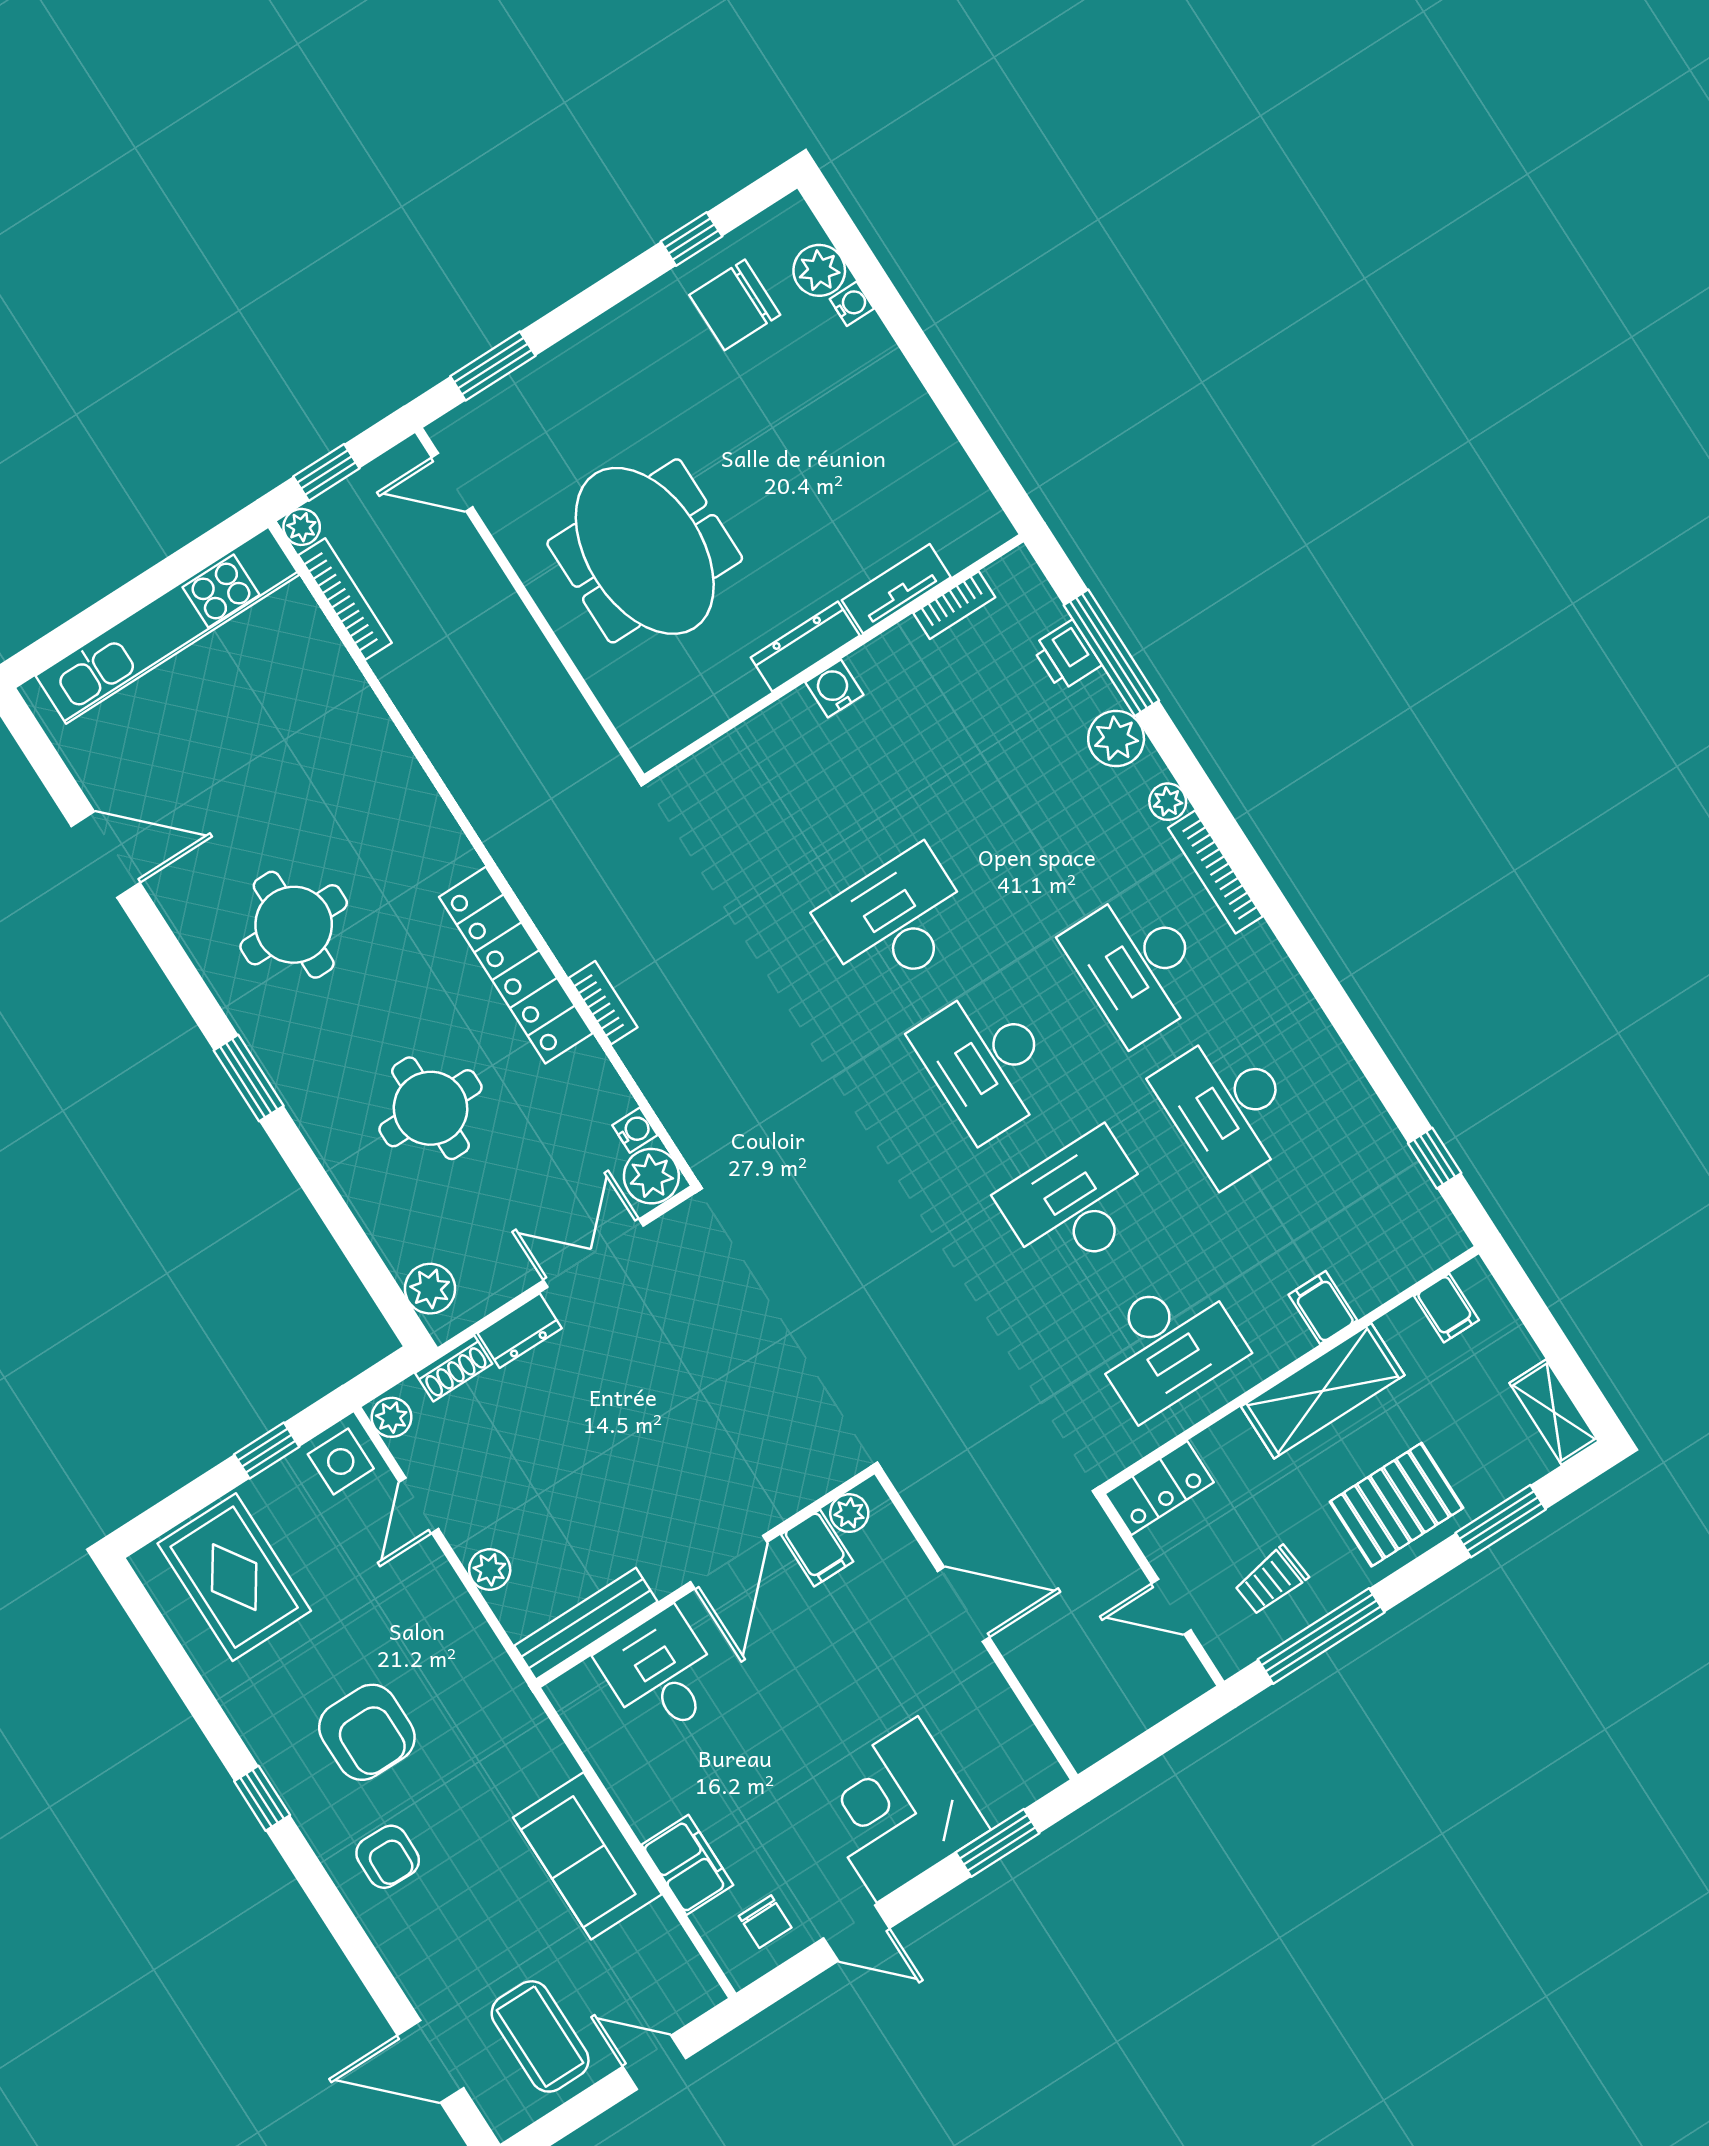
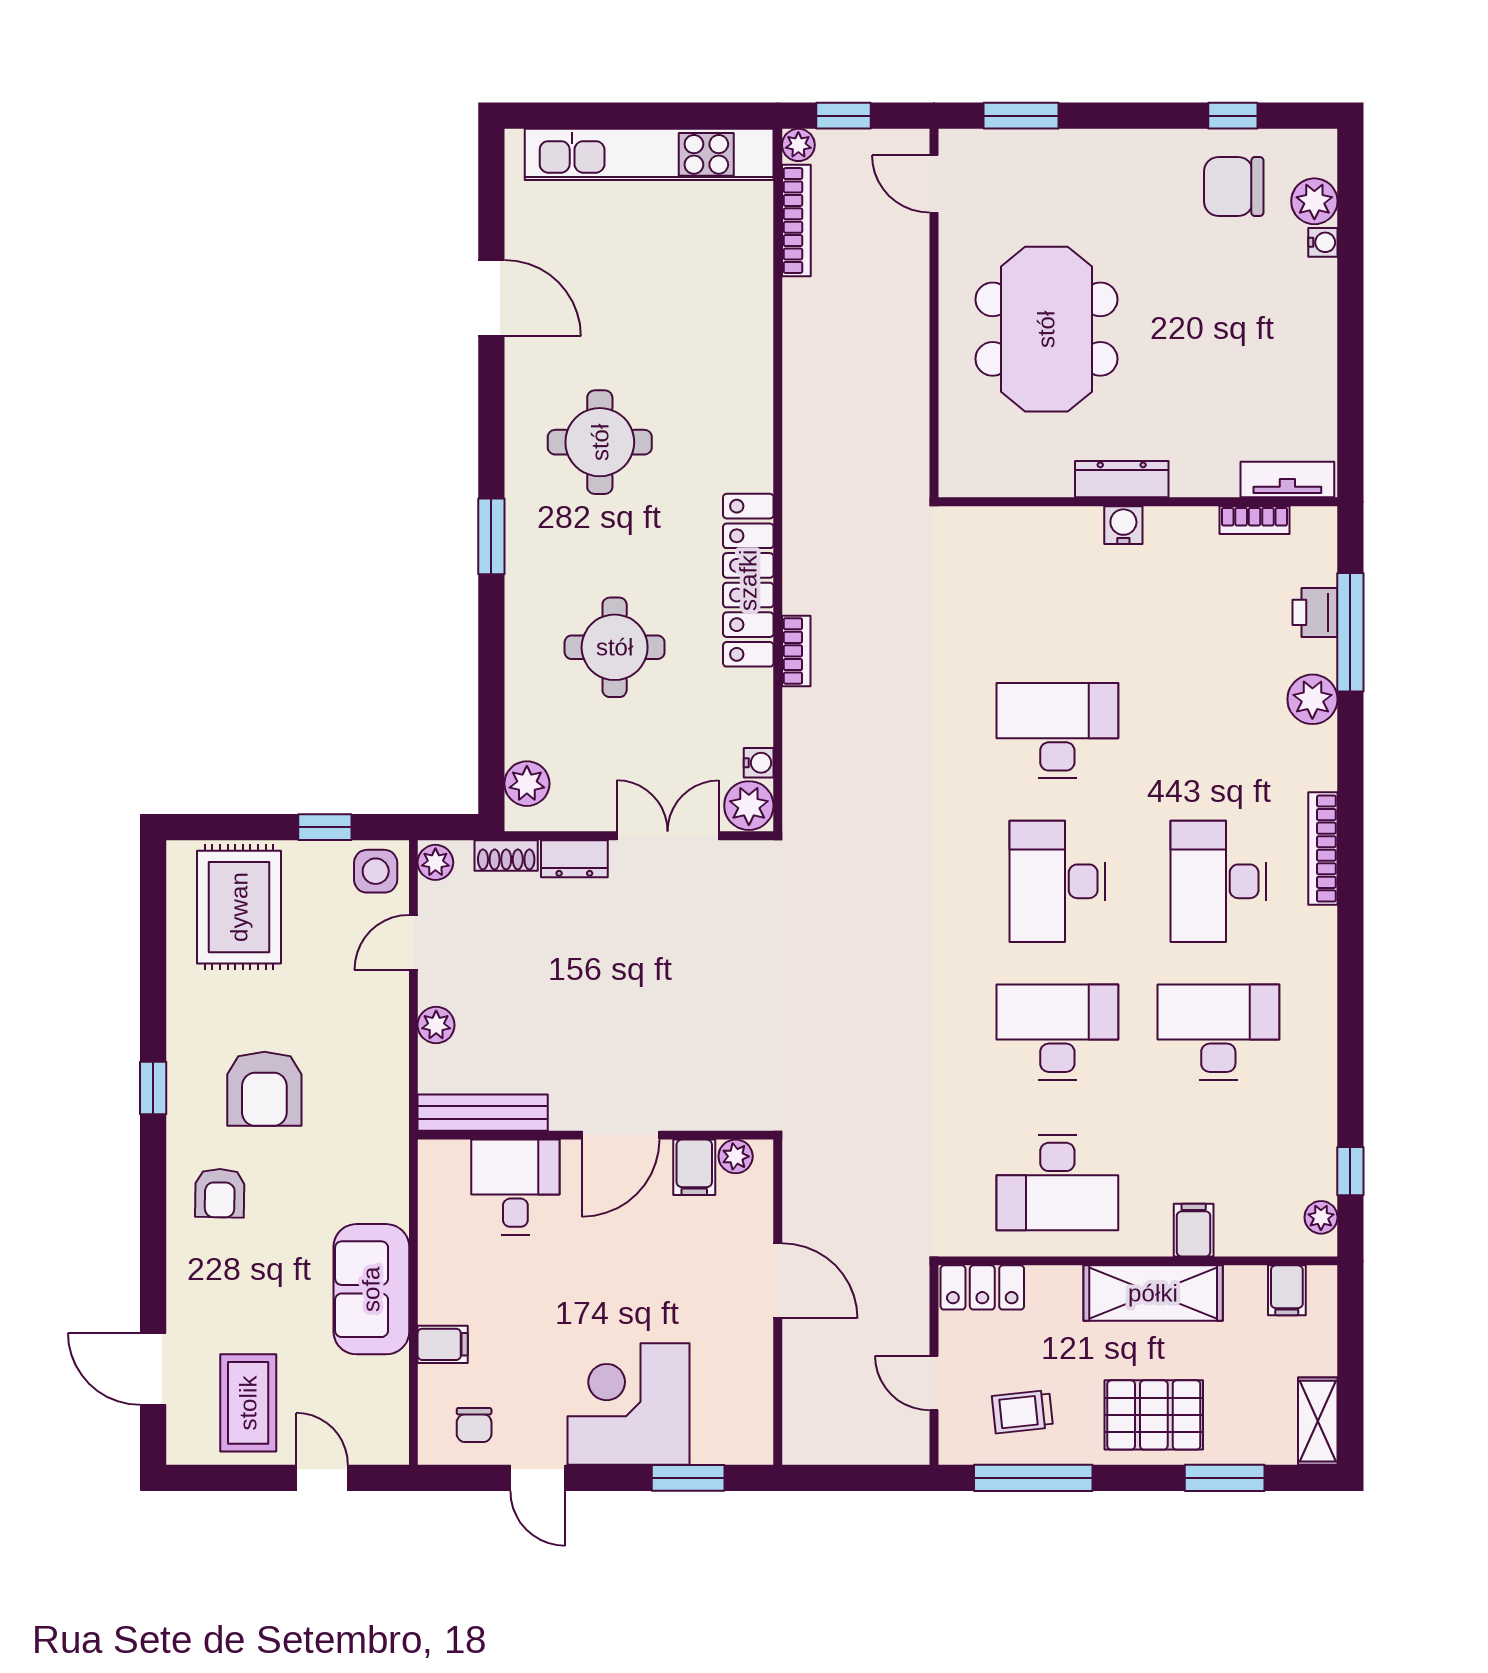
tv unit: (896, 589) -> (1287, 480), moved
plant: (1168, 802) -> (1321, 1217), moved
desk: (1227, 1107) -> (1218, 1032), turned 90
filing cabinet: (687, 1865) -> (443, 1344), width x0.50

